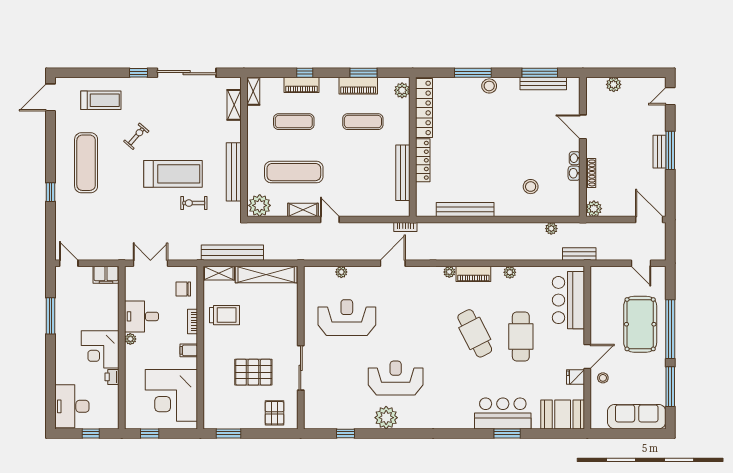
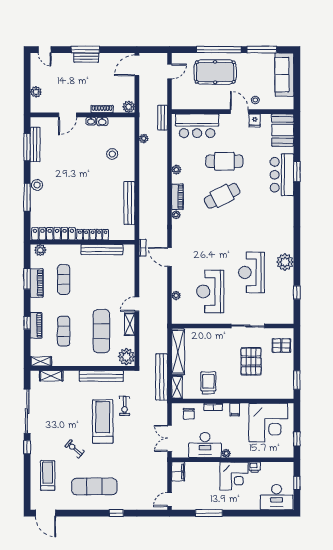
desk: (142, 316) -> (205, 445), width x1.37
reception desk: (396, 378) -> (252, 272), moved

